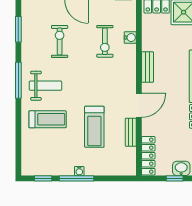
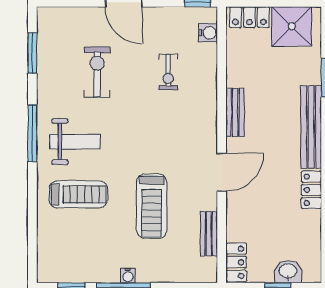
water cooler: (130, 38) -> (208, 33), moved
exercise bike: (105, 41) -> (168, 72), width x0.73, depth x0.72
bench: (131, 132) -> (209, 234), moved
locker: (148, 156) -> (236, 262), width x0.66

